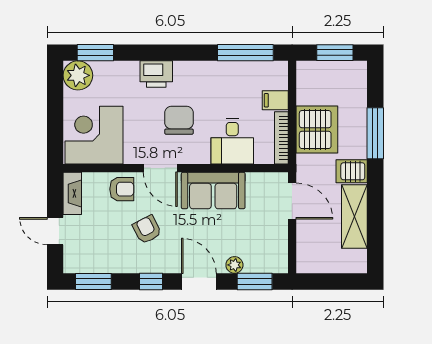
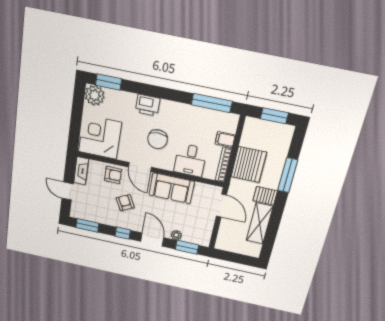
chair: (179, 120) -> (158, 139), turned 180

